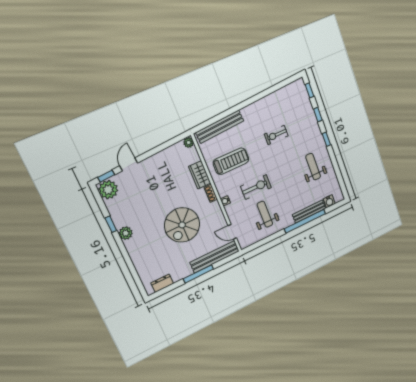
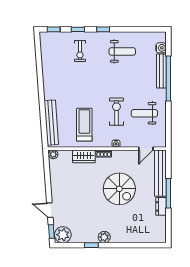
exercise bike: (276, 135) -> (80, 51), moved
weight bench: (313, 167) -> (122, 51), turned 180
dresser: (162, 283) -> (161, 206), moved

